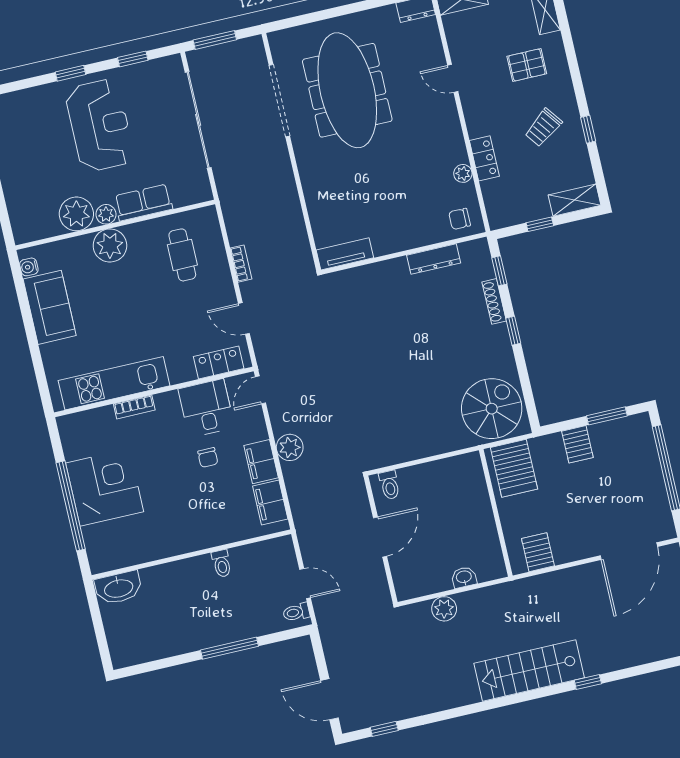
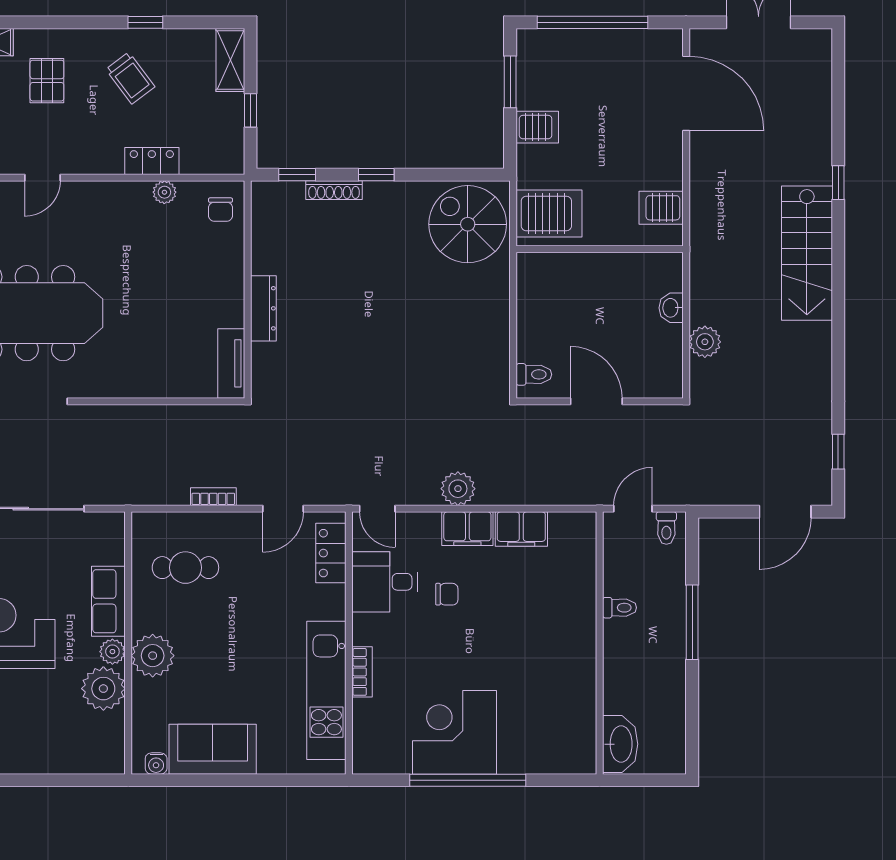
dresser: (434, 259) -> (263, 308), moved
wall: (191, 555) -> (600, 643), moved
toilet: (222, 563) -> (619, 608), moved
washbasin: (118, 588) -> (620, 744), moved

